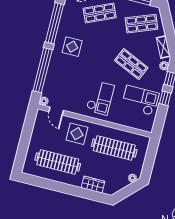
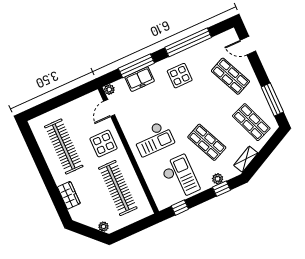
shop shelf: (131, 64) -> (207, 142), turned -48
plant: (164, 66) -> (218, 179), moved
window: (43, 70) -> (136, 66), width x0.68
freezer: (53, 75) -> (140, 79), added
window: (165, 98) -> (180, 208), moved

